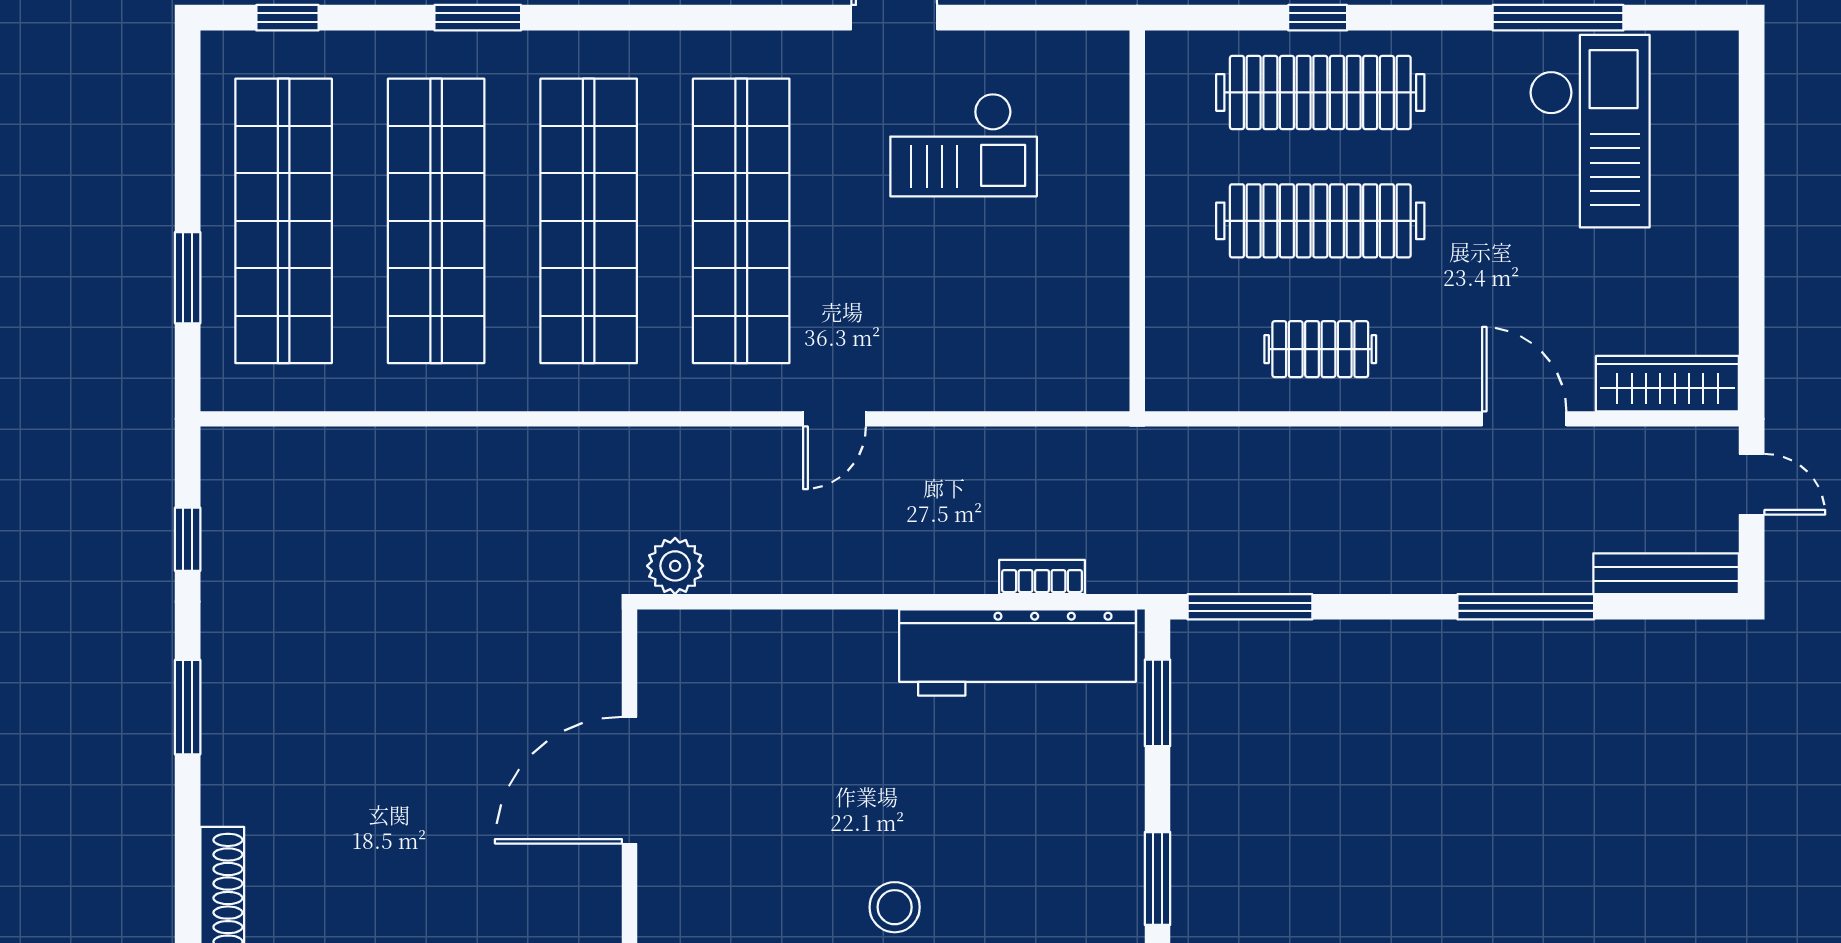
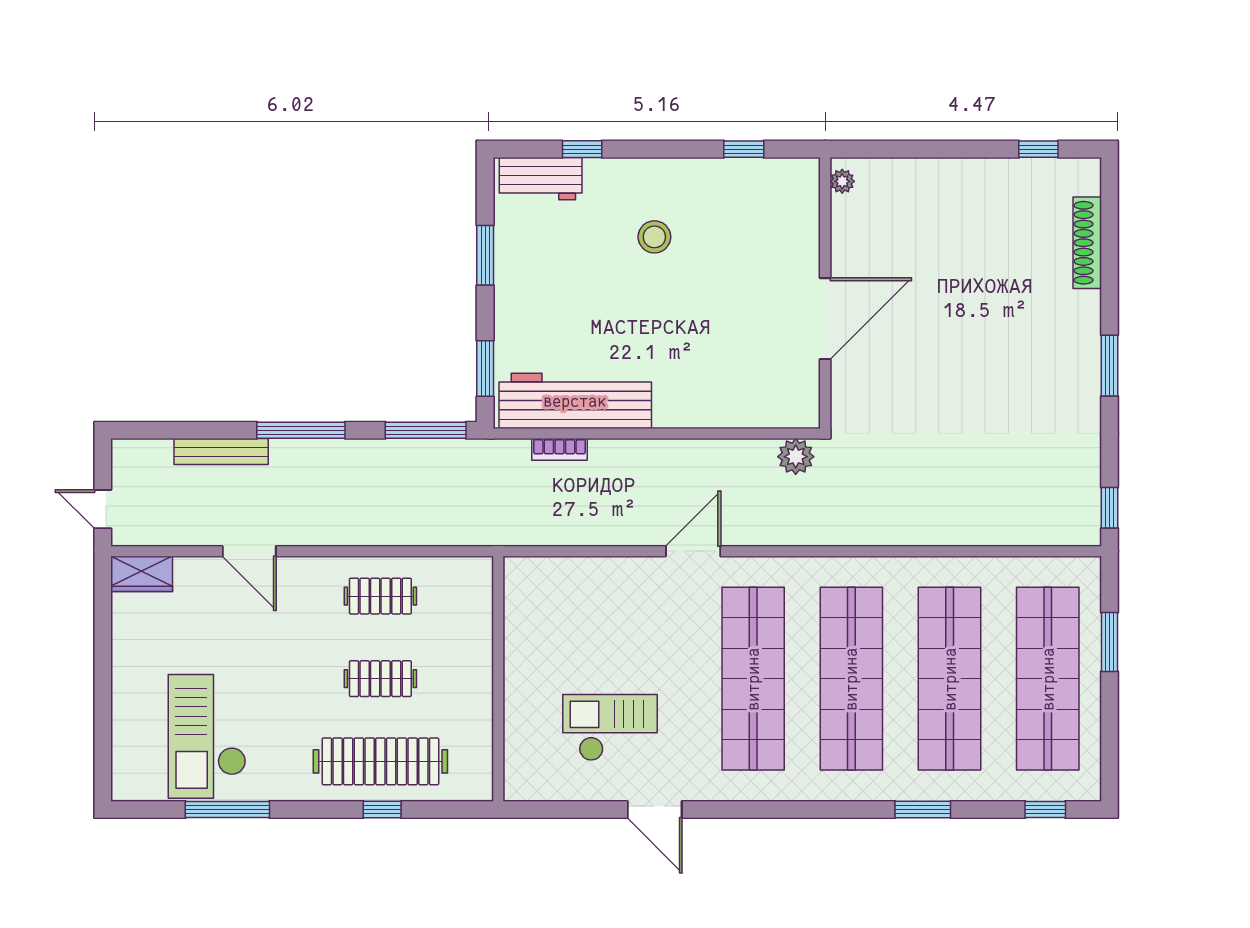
clothes rail: (1320, 221) -> (380, 679), width x0.54, depth x0.76
wardrobe: (1667, 384) -> (142, 574), width x0.67
door: (835, 419) -> (693, 551), width x1.37
window: (188, 539) -> (1110, 508), moved
bench: (1666, 574) -> (221, 452), moved
window: (1526, 607) -> (301, 430), moved

